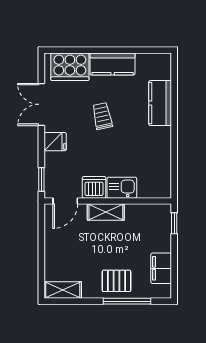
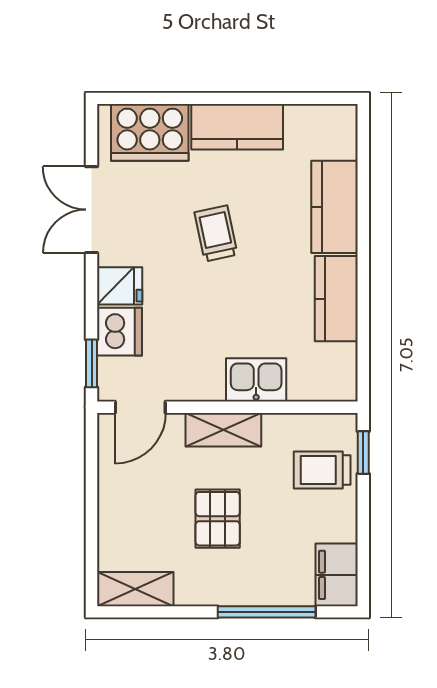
kitchen counter: (161, 148) -> (336, 299), added
dishwasher: (94, 187) -> (120, 332), moved, turned 90
trolley: (154, 232) -> (322, 470), added
filing cabinet: (161, 268) -> (337, 575), moved
pallet: (117, 281) -> (218, 519), moved, turned 90

